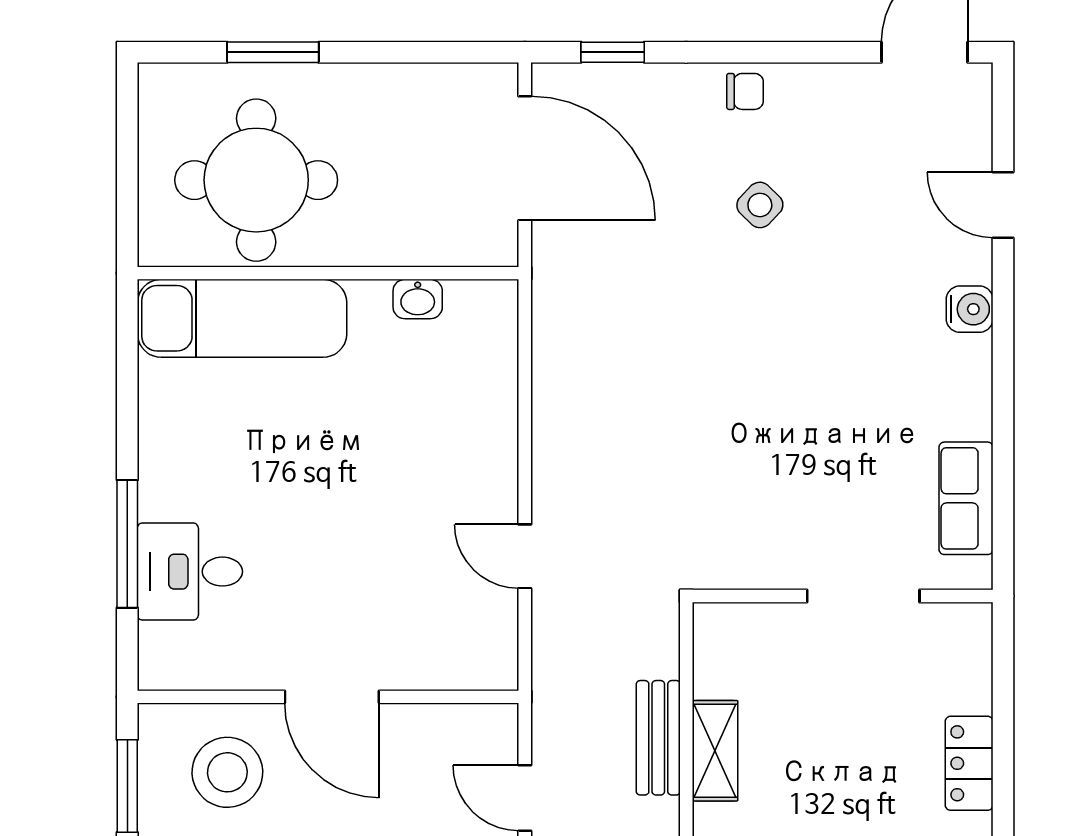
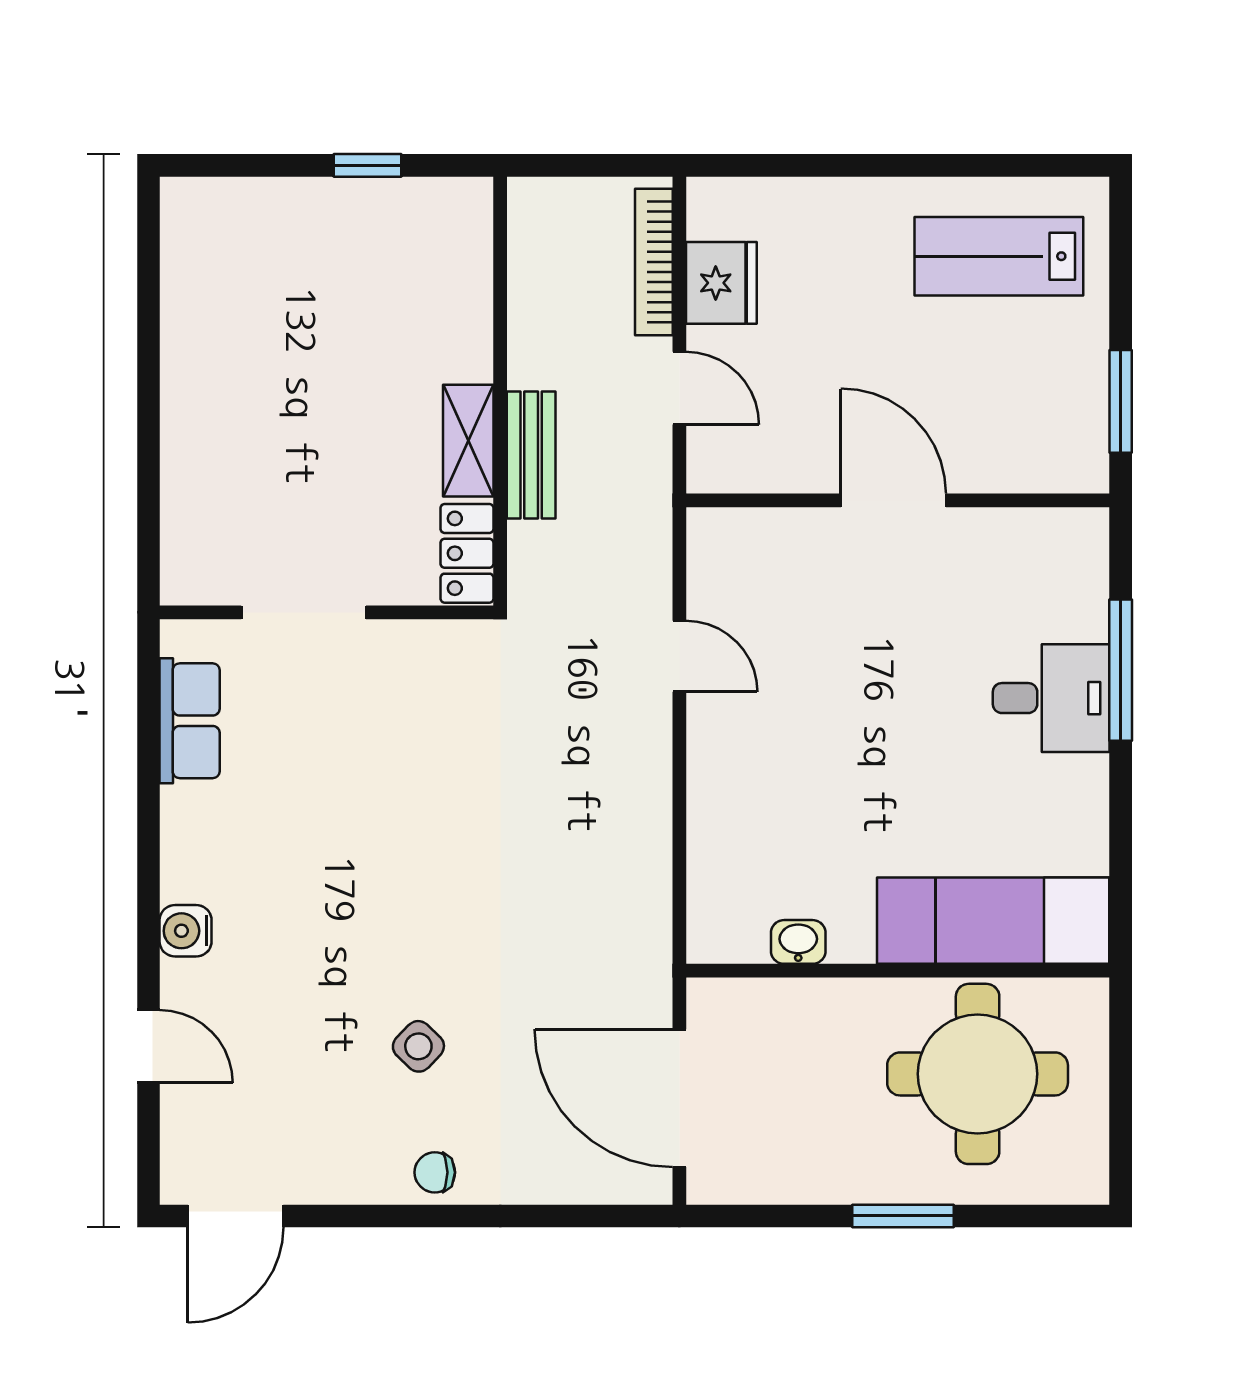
window: (273, 52) -> (903, 1216), moved
window: (613, 52) -> (582, 1216), removed
desk: (190, 572) -> (1051, 698), moved
locker: (969, 763) -> (467, 553), moved, turned 180
stool: (227, 772) -> (1009, 417), removed

